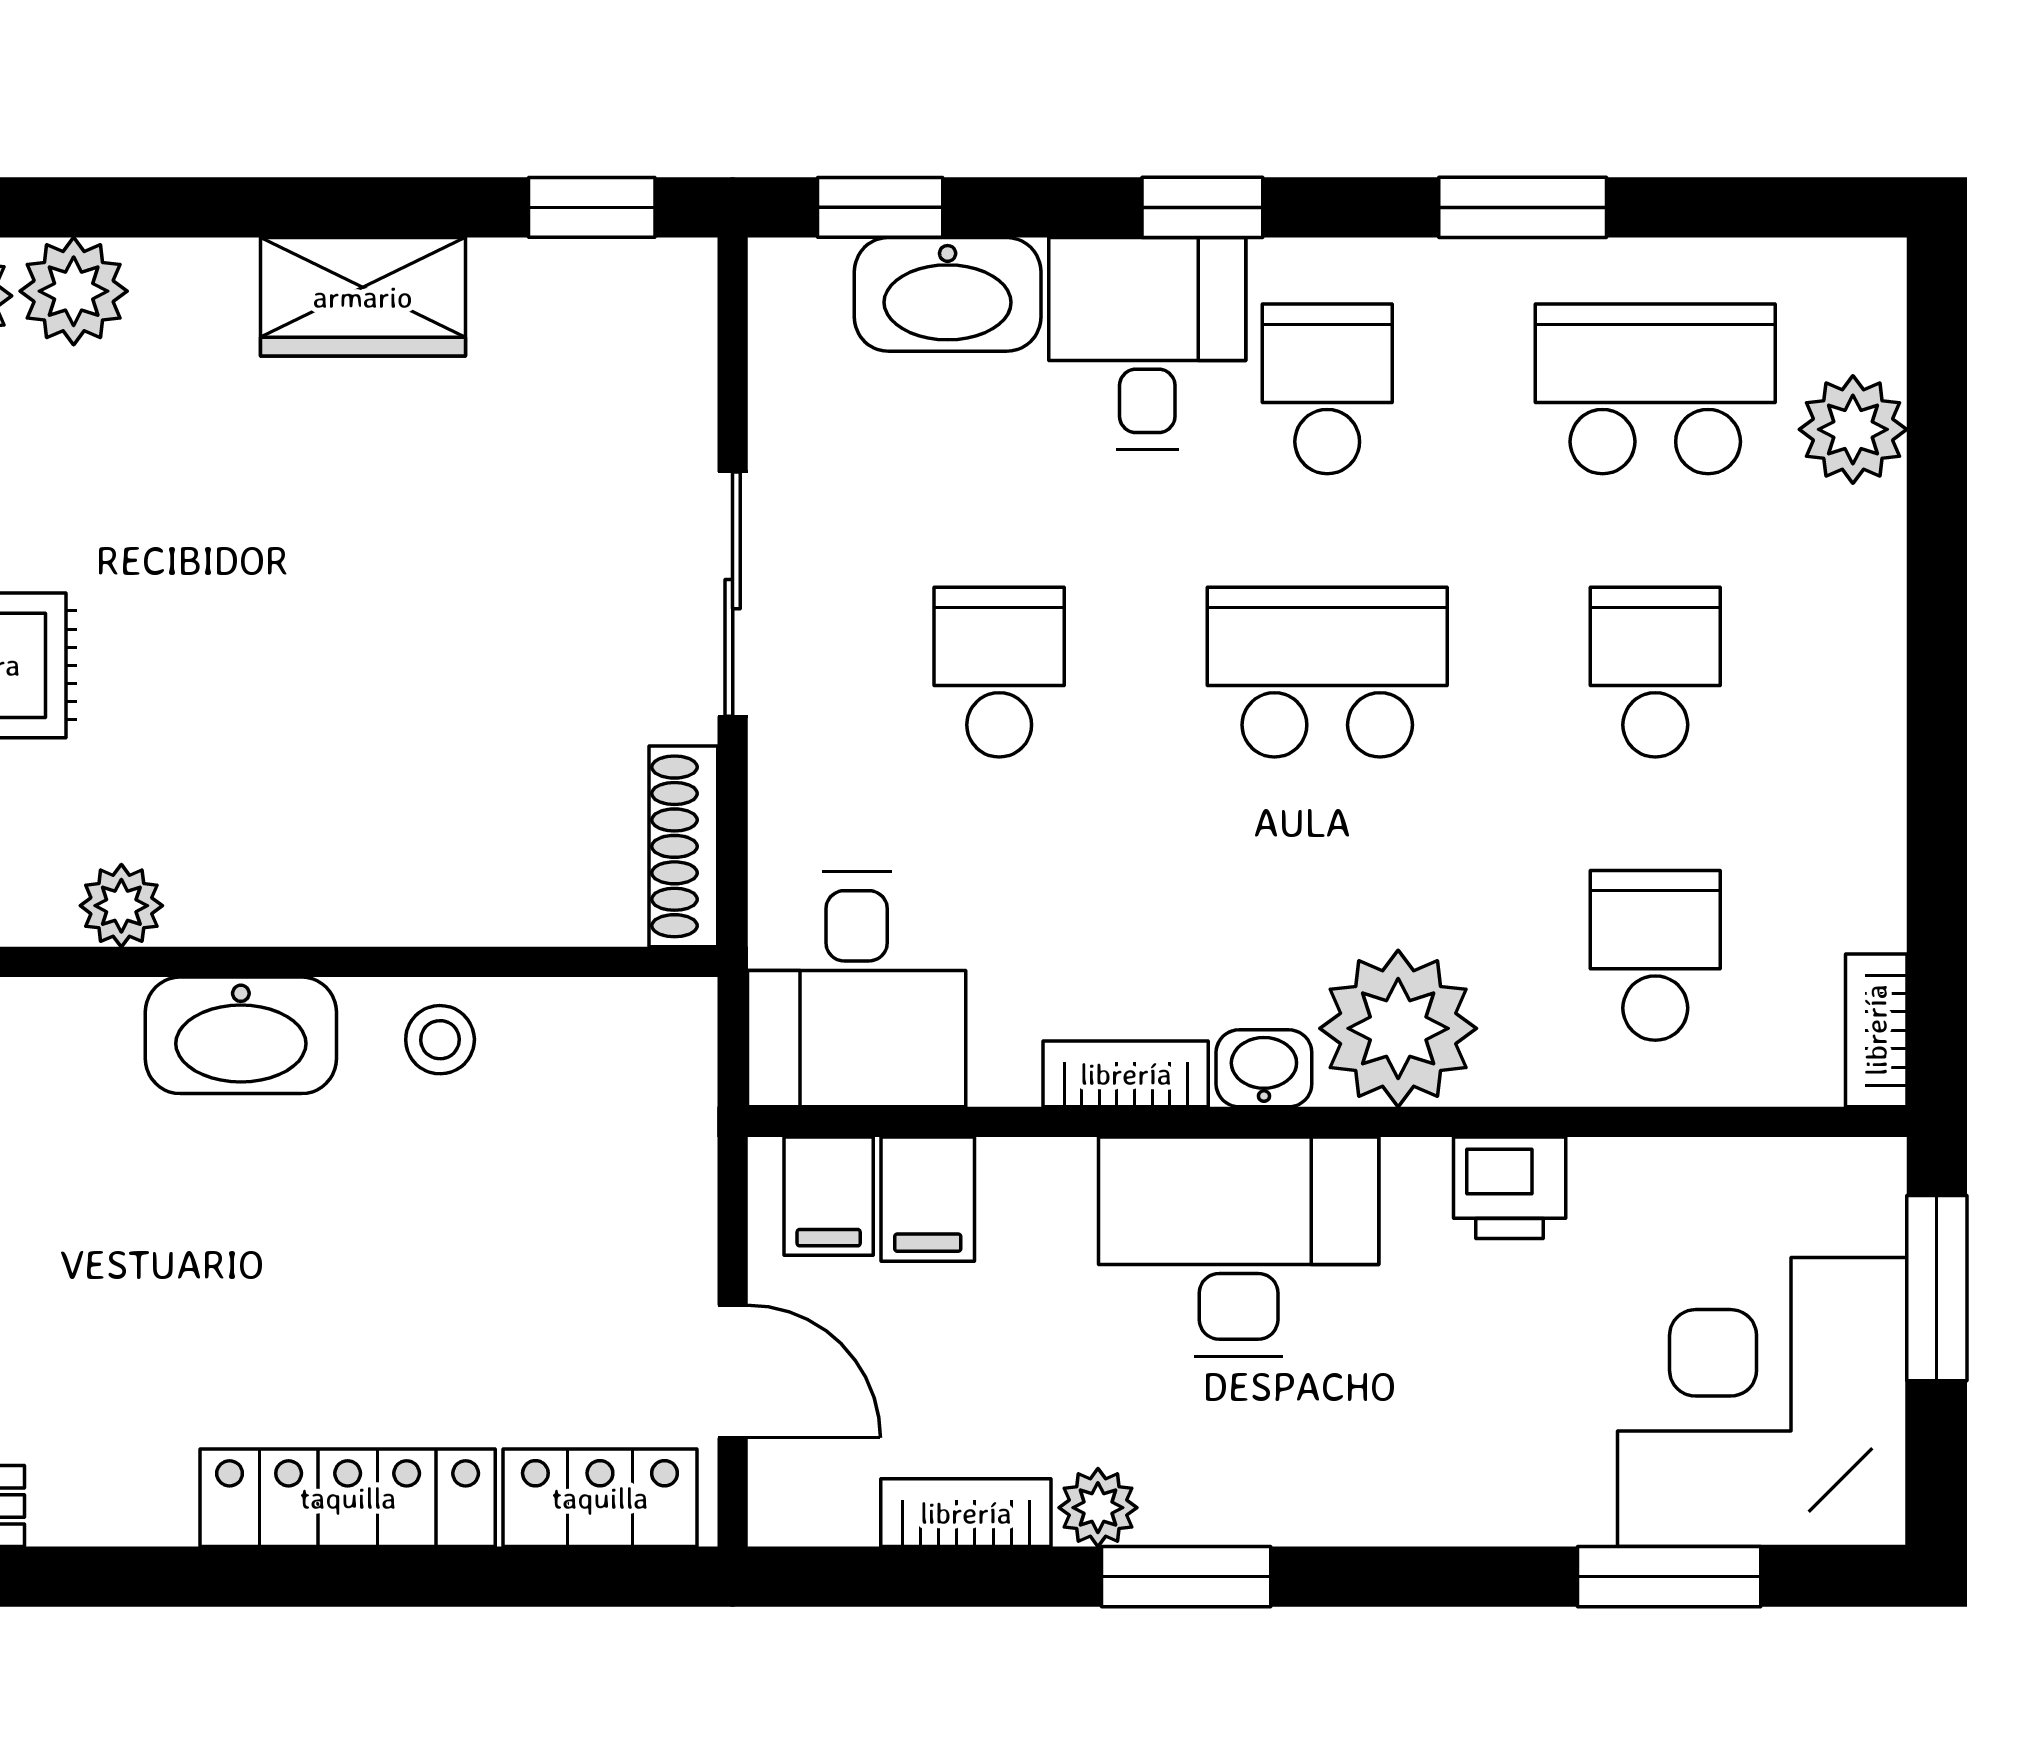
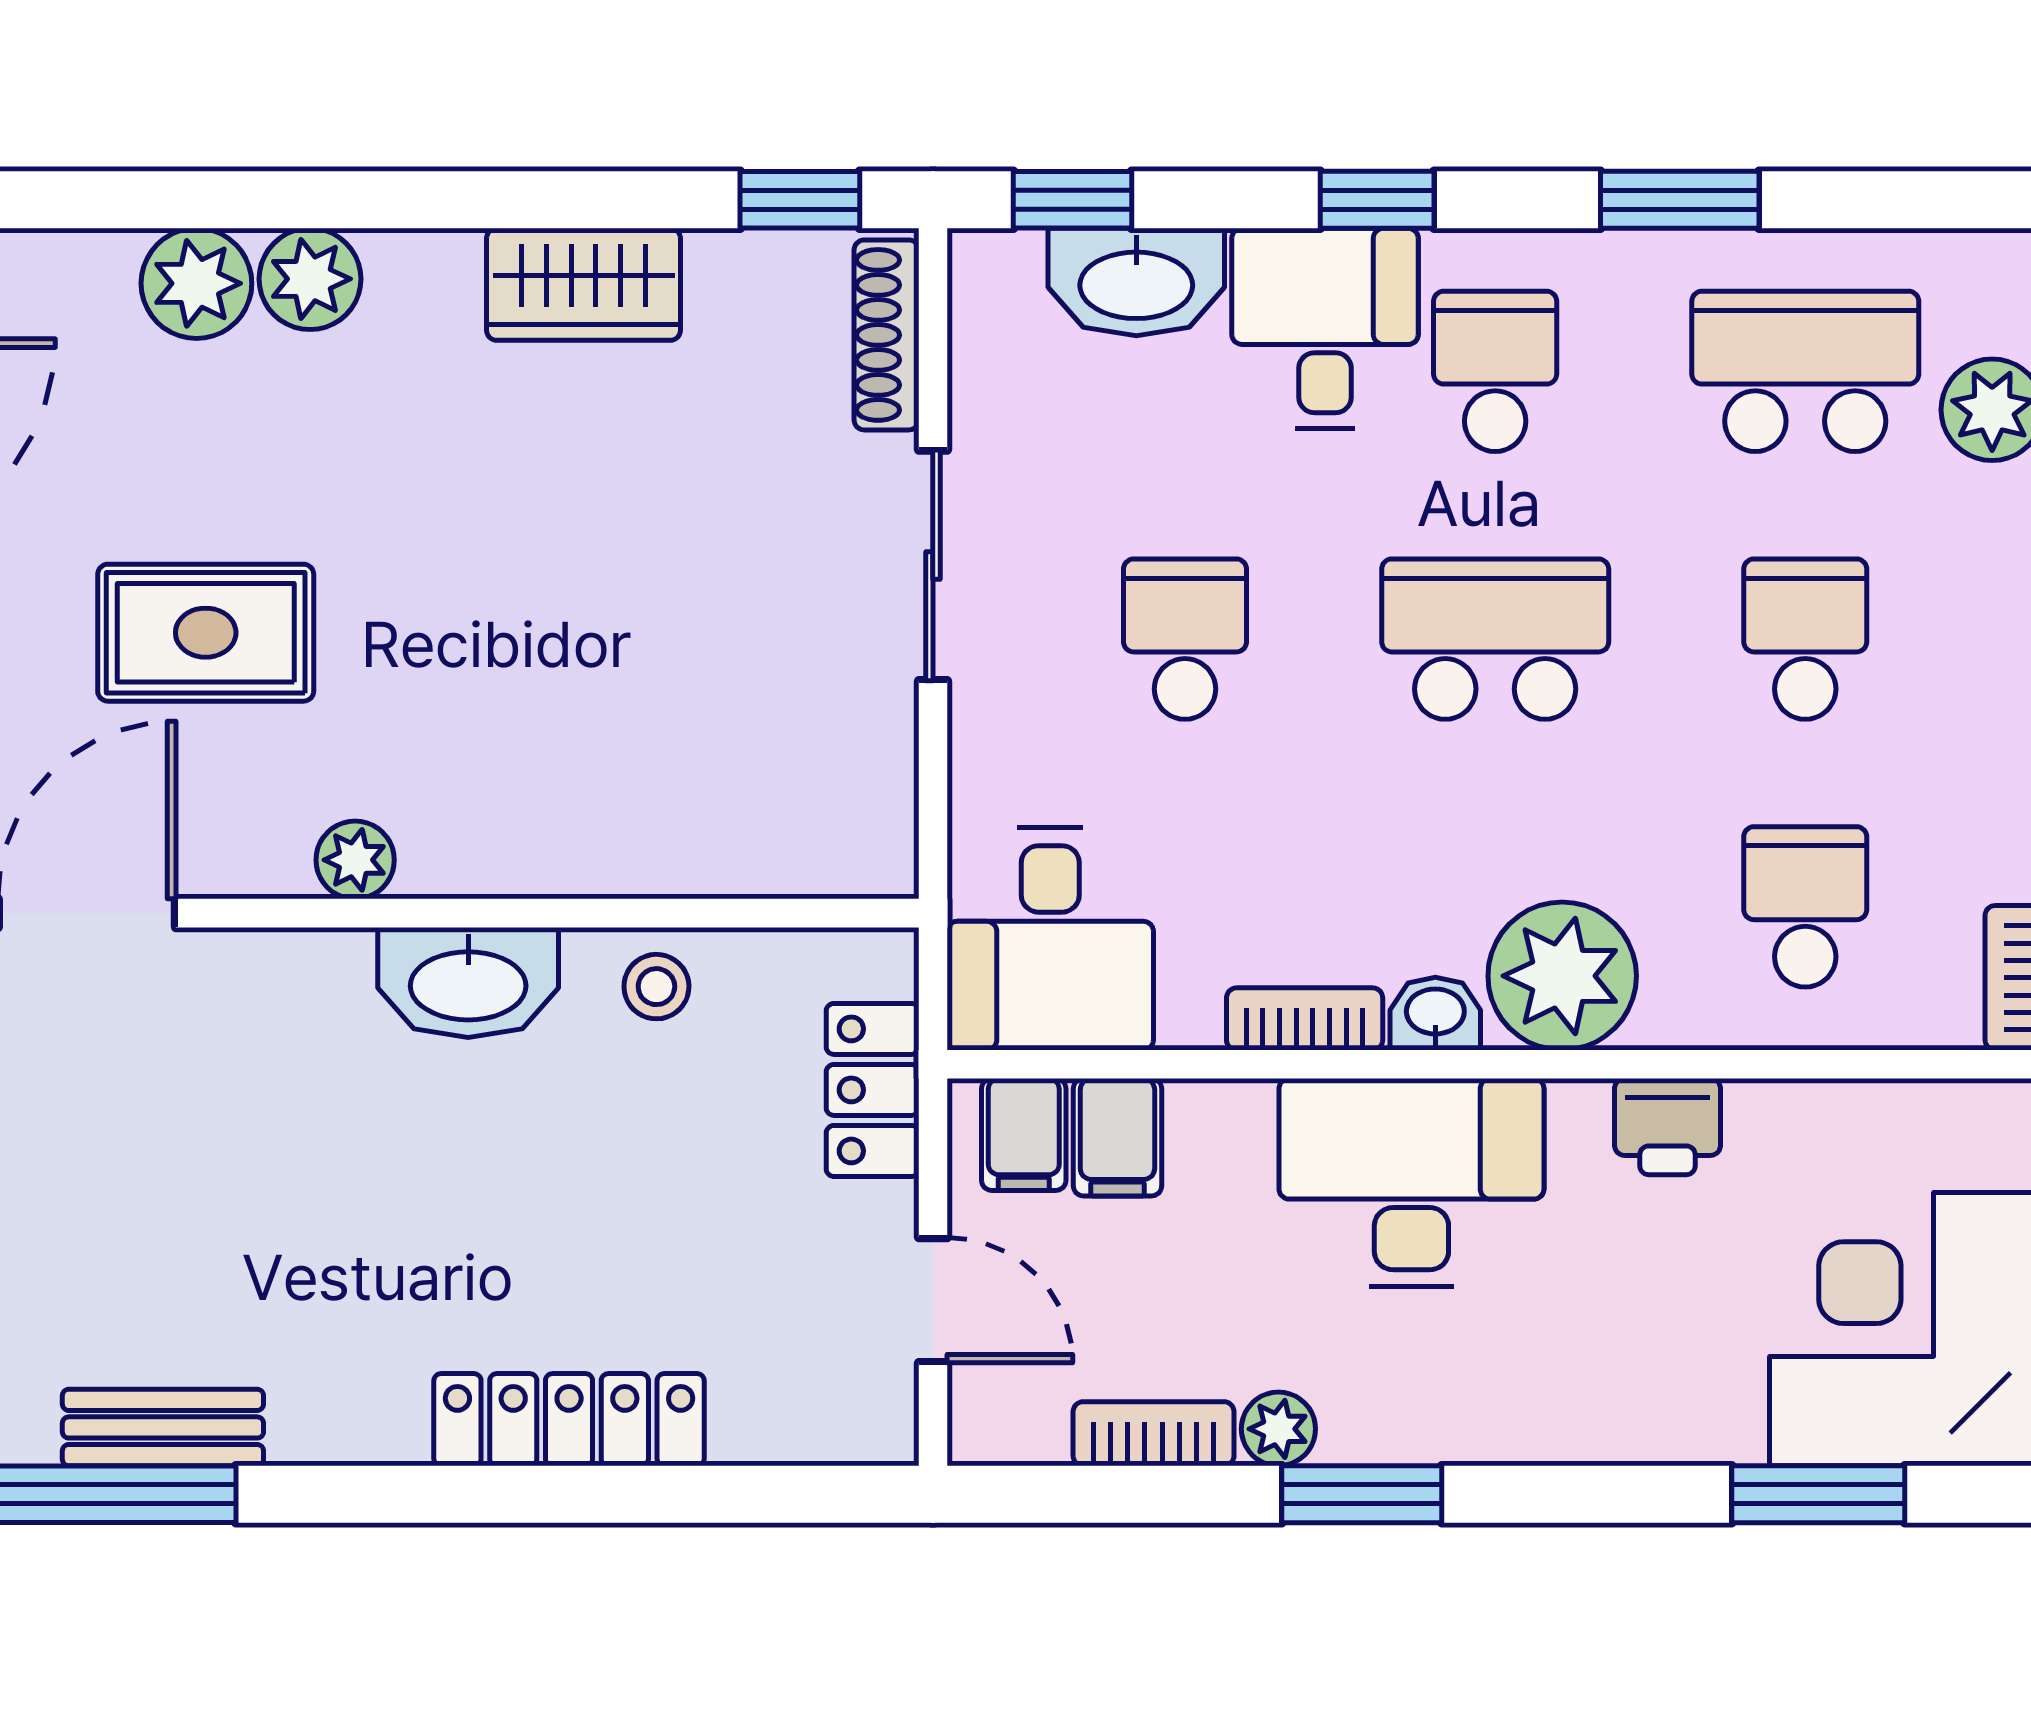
shoe rack: (683, 846) -> (886, 335), moved
locker: (600, 1498) -> (873, 1090), moved, turned -90

